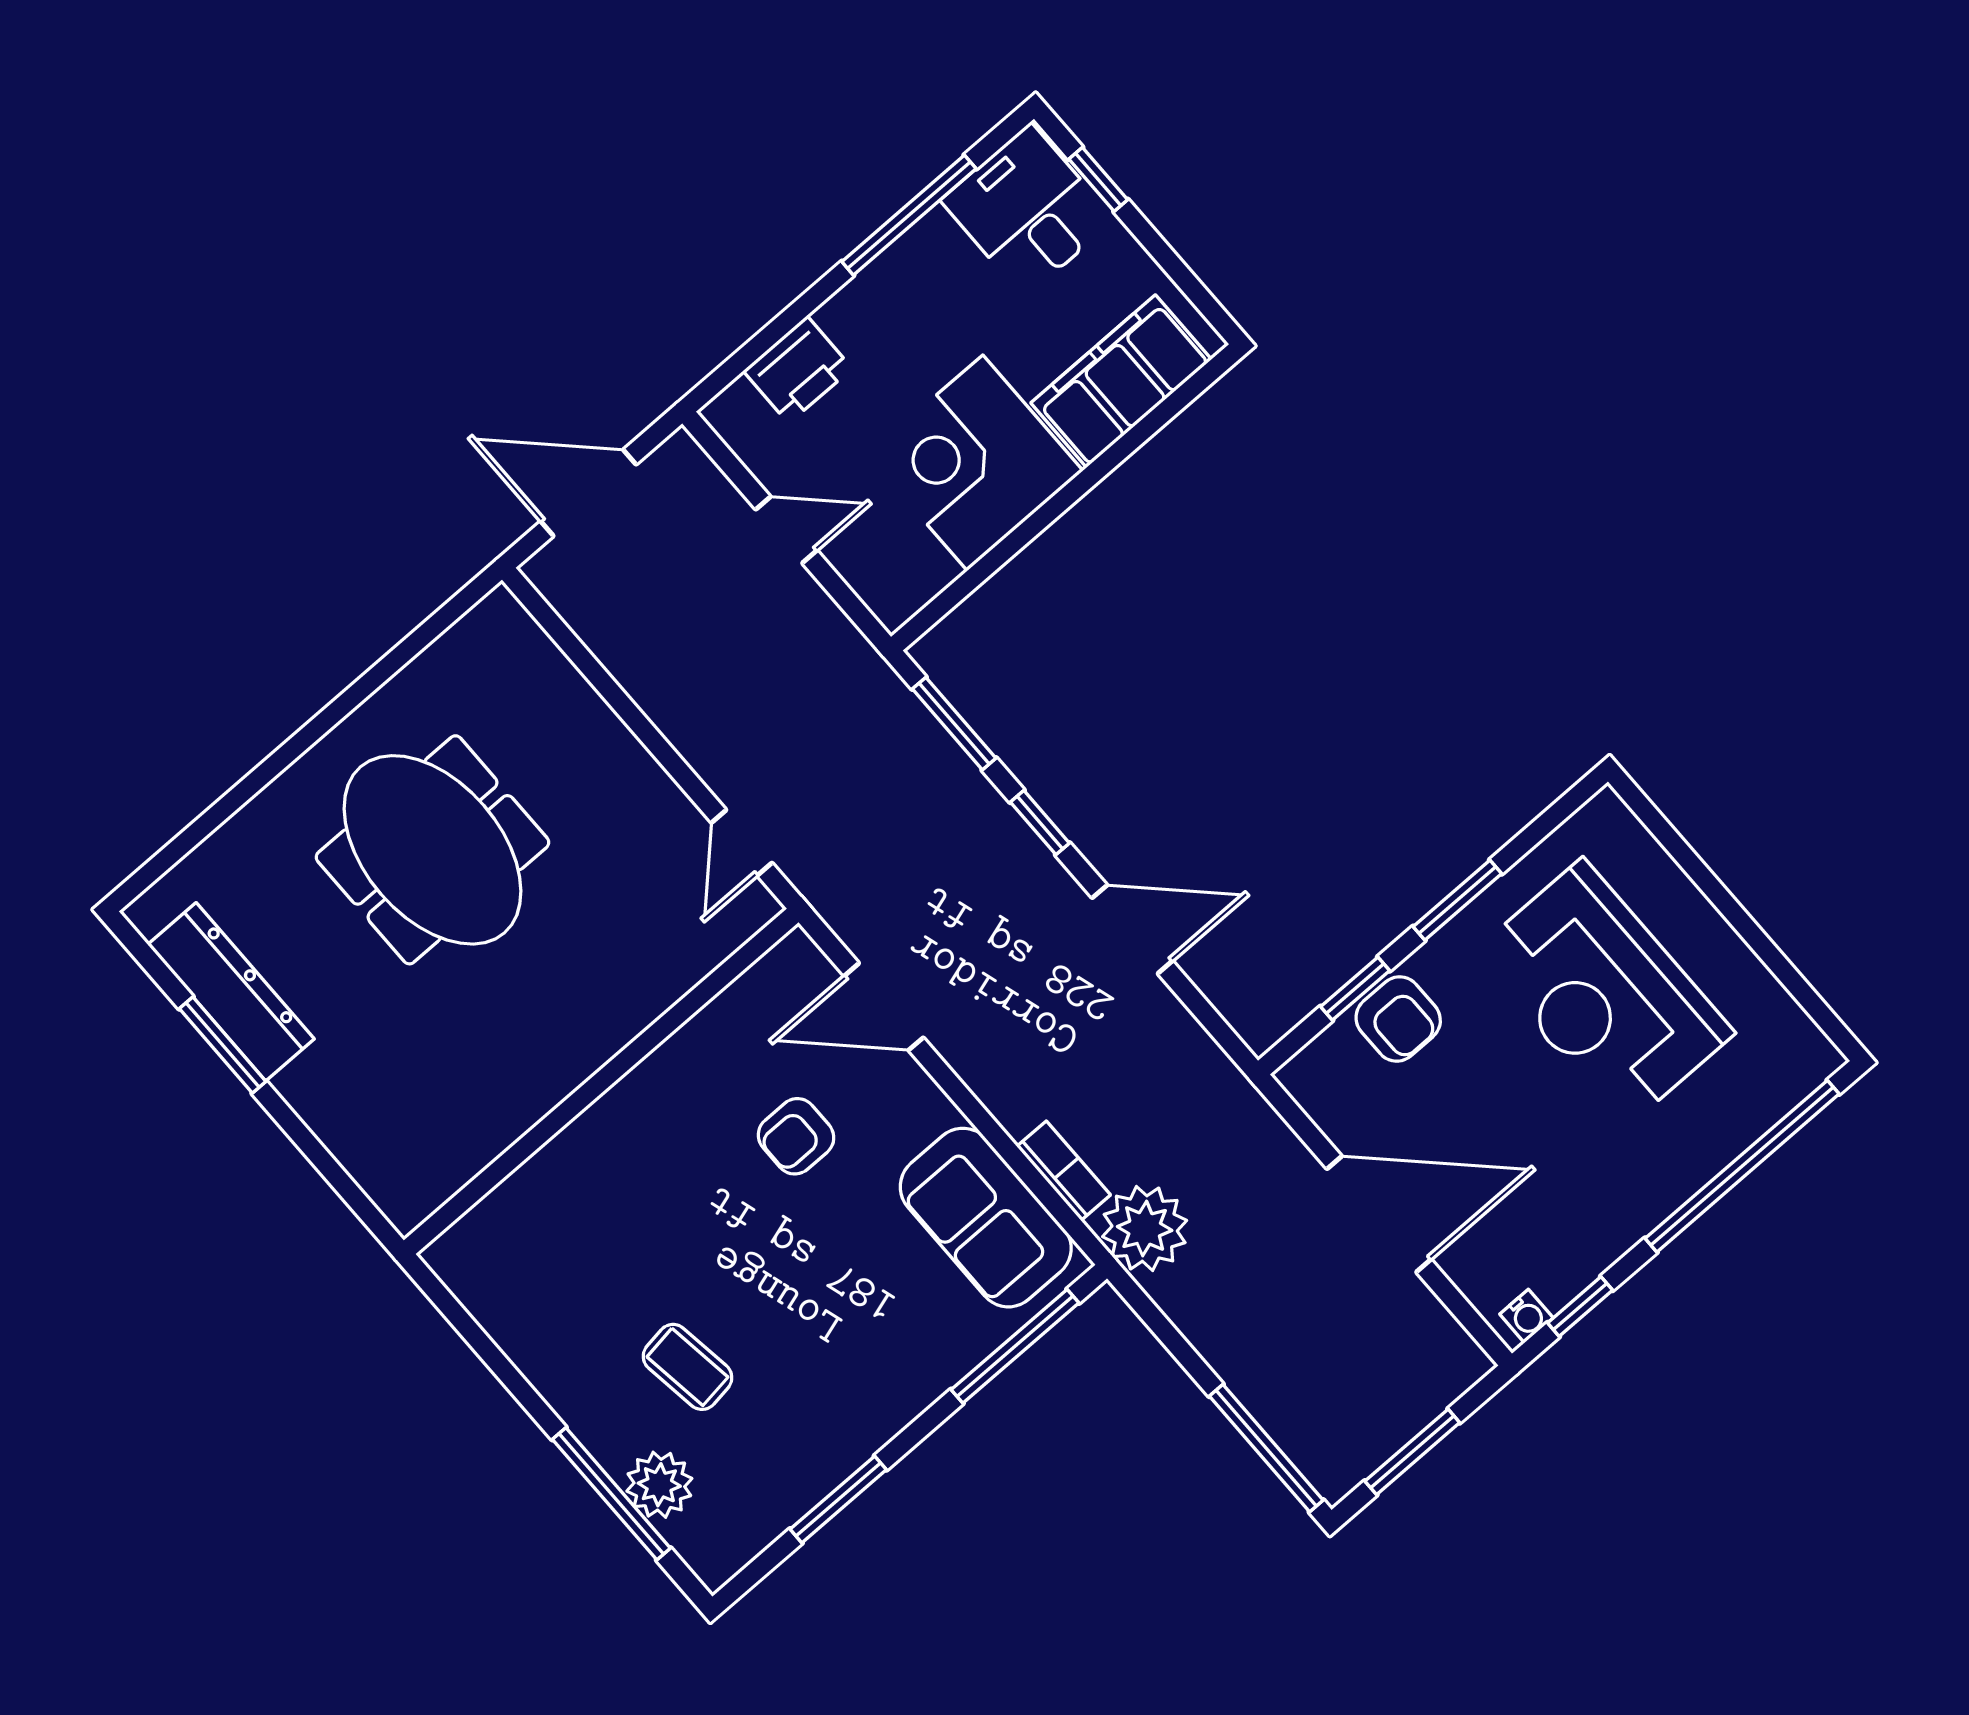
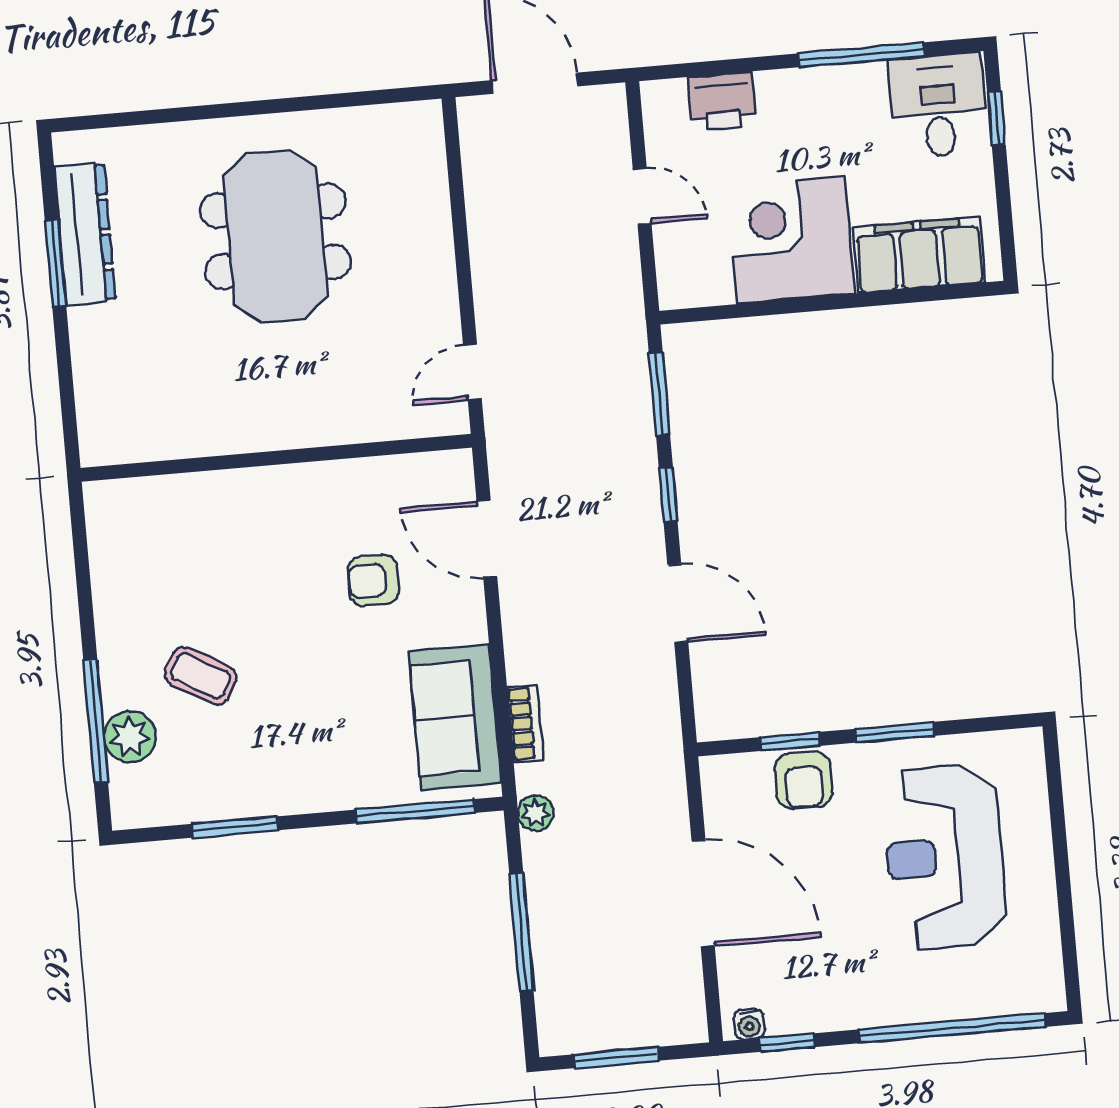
plant: (1145, 1229) -> (536, 813), width x0.53, depth x0.53
coffee table: (687, 1367) -> (201, 676), turned -52
window: (1266, 1448) -> (521, 932), moved

